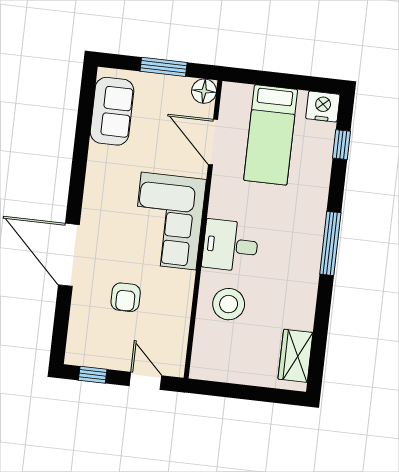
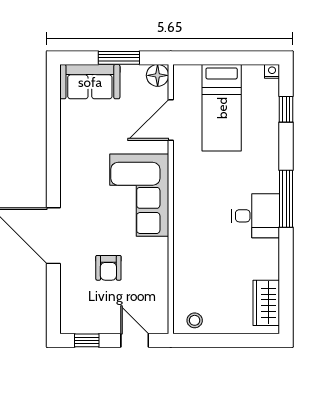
nightstand: (323, 106) -> (272, 71), width x0.53, depth x0.56
sofa: (112, 111) -> (90, 82), moved, turned 90
door: (213, 142) -> (171, 120), hinge flipped
desk: (230, 246) -> (256, 216), moved, turned 180
stool: (229, 304) -> (195, 320), moved, width x0.53, depth x0.53

